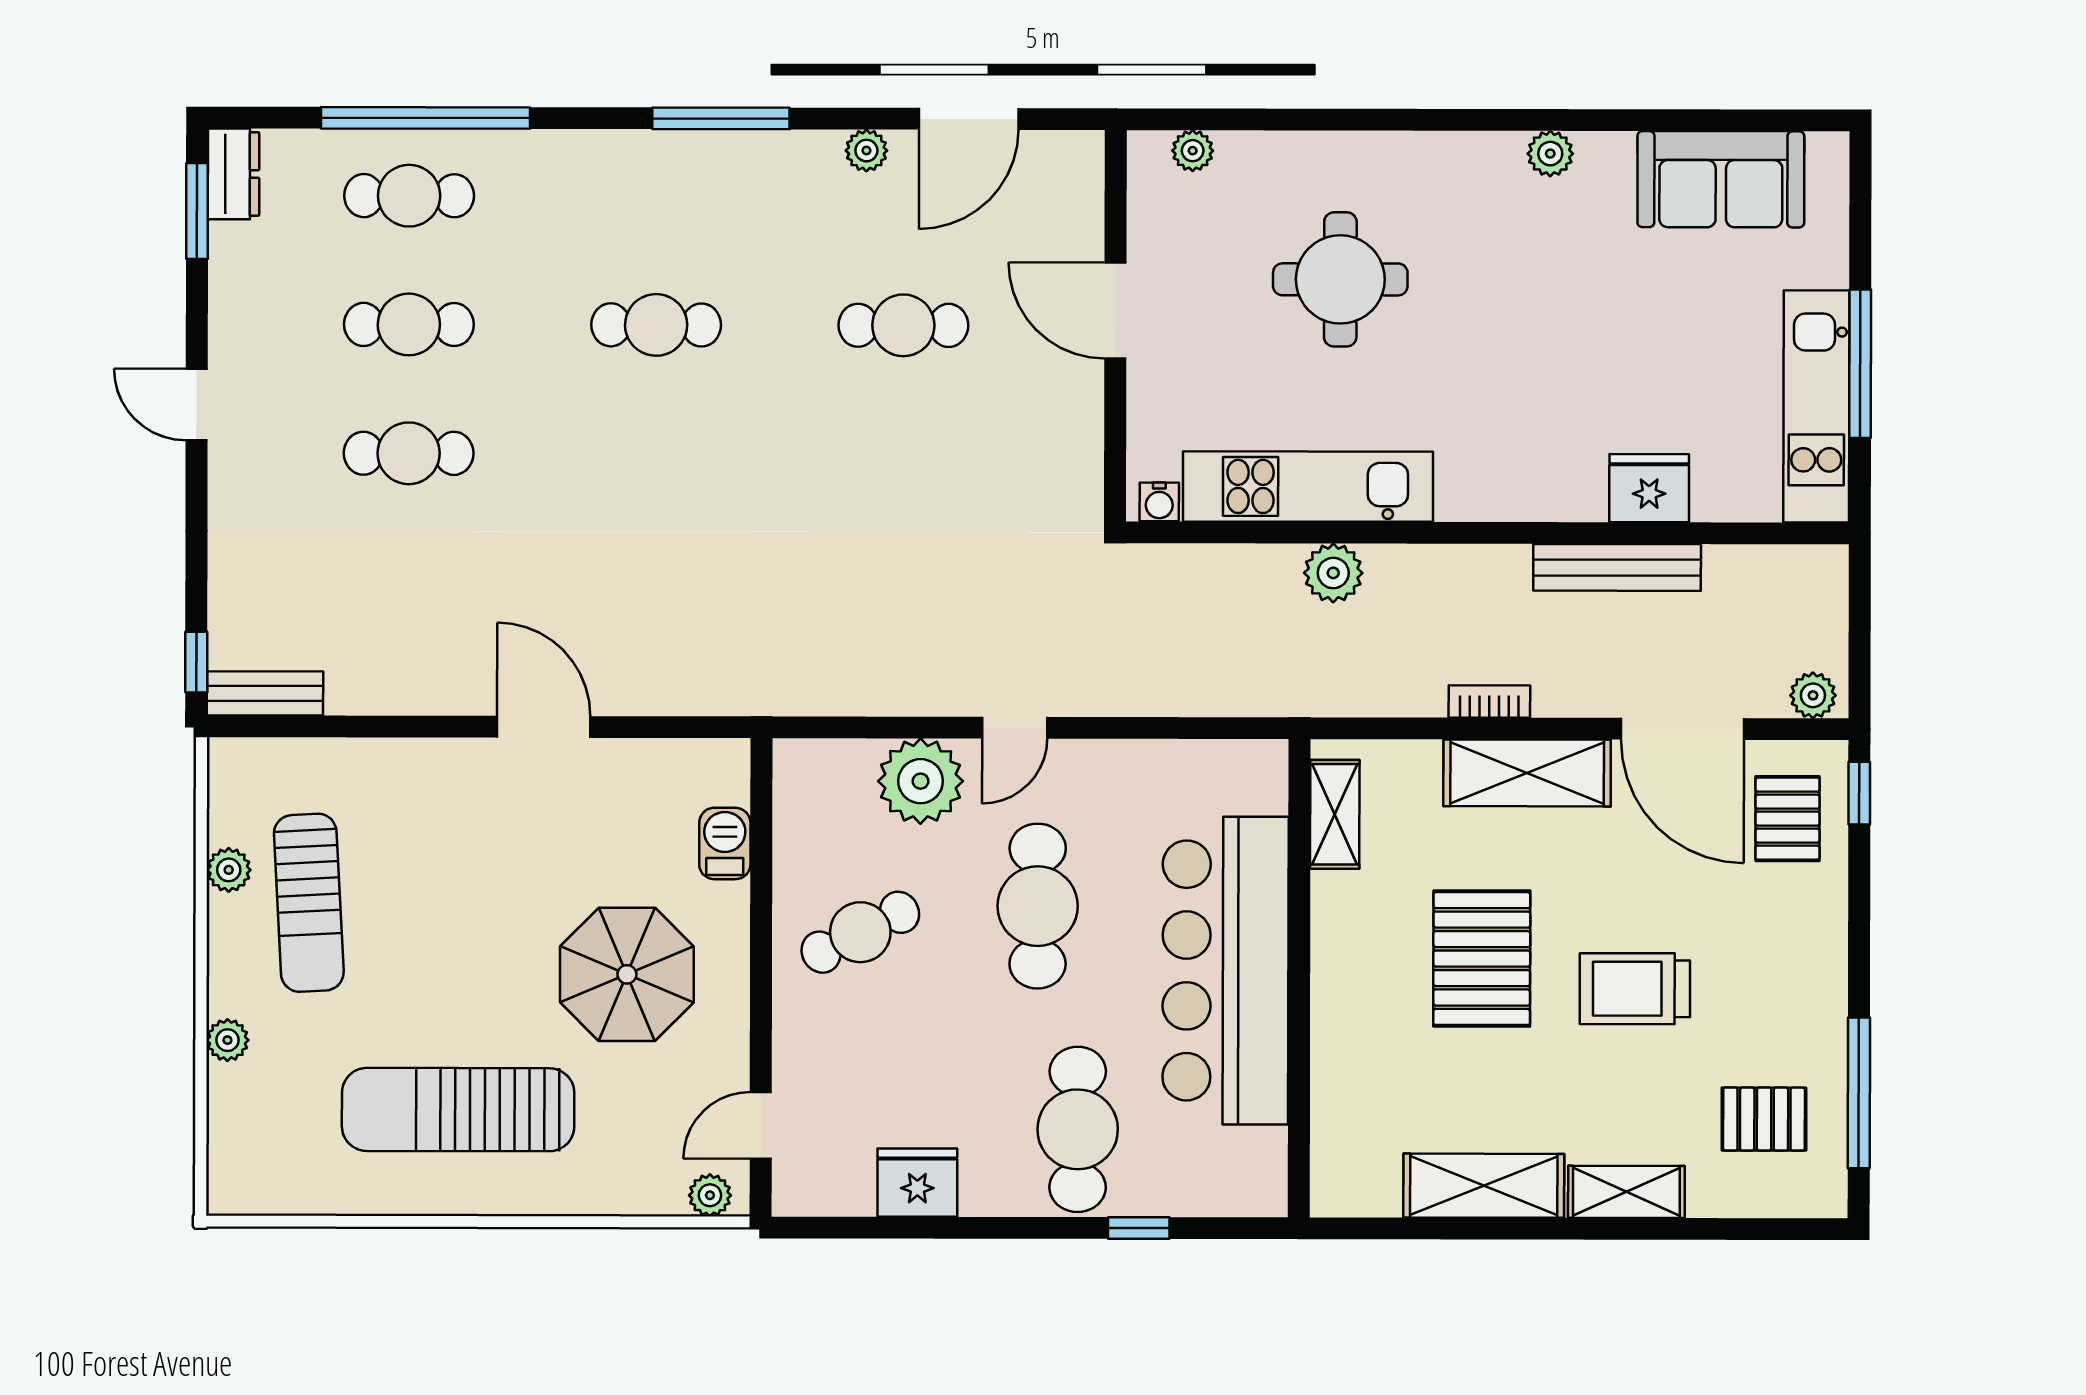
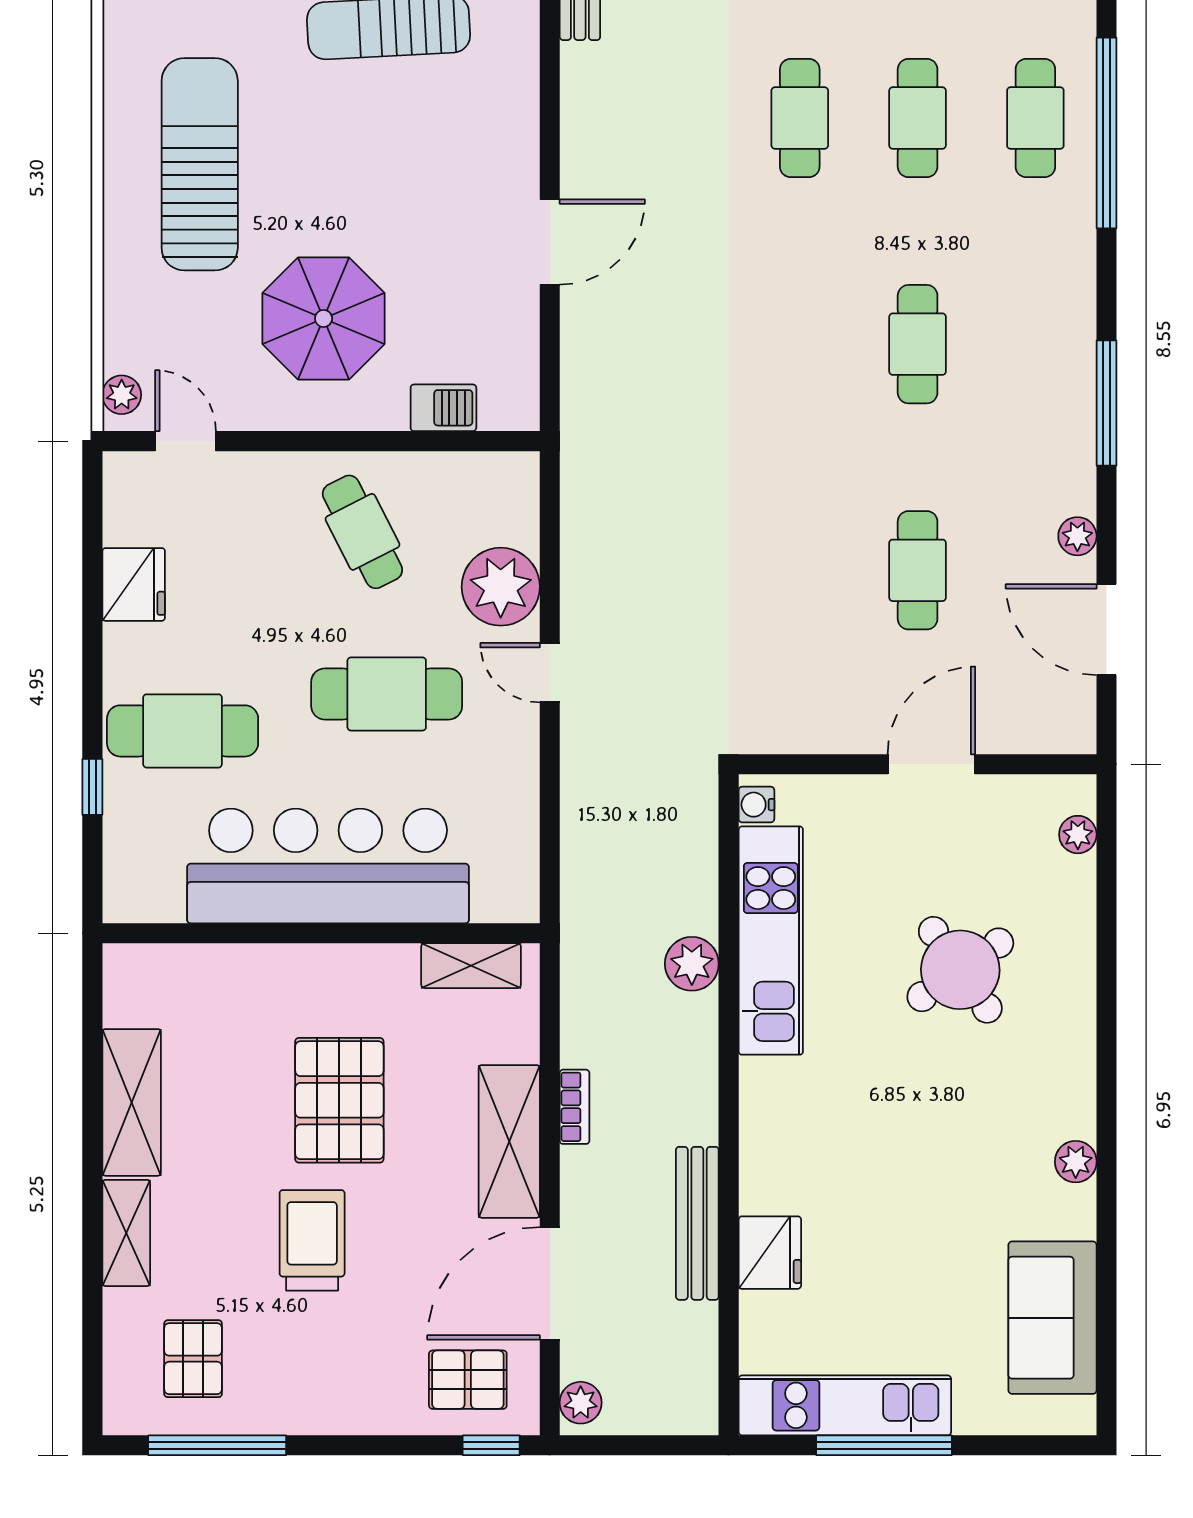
round table: (1340, 279) -> (960, 970), turned -35
pallet: (1482, 959) -> (339, 1100), turned 90

